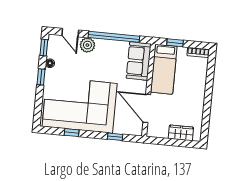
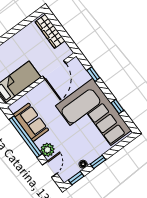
sofa: (139, 61) -> (31, 122), moved, turned -90
wardrobe: (181, 133) -> (50, 31), width x1.50

